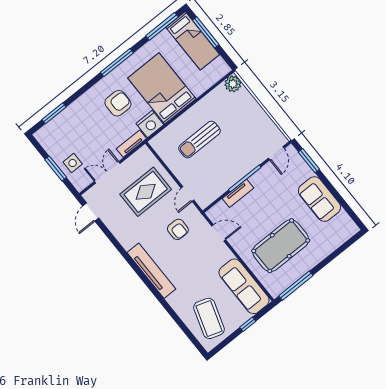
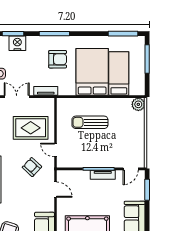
bed: (193, 41) -> (119, 74), moved, turned 180
window: (117, 63) -> (54, 34), moved
nightstand: (150, 124) -> (17, 43), moved, turned 180
tv unit: (238, 193) -> (103, 175), moved
door: (188, 194) -> (55, 150), hinge flipped
armchair: (178, 229) -> (32, 167), turned 133

